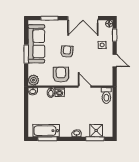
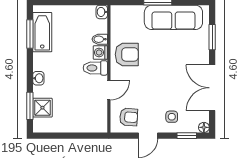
armchair: (67, 52) -> (129, 117), moved
plant: (34, 80) -> (118, 13), removed
toilet: (106, 95) -> (95, 68), moved

